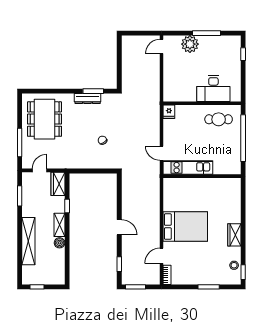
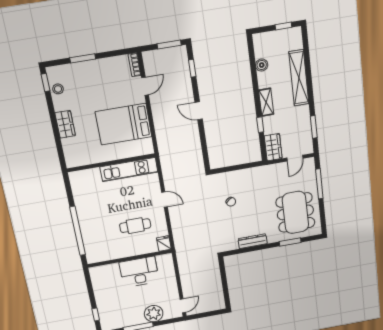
desk: (213, 88) -> (139, 272), moved
window: (93, 91) -> (290, 242), moved
cafe table: (219, 119) -> (135, 226), moved
kitchen unit: (188, 168) -> (129, 169), moved
wall: (202, 176) -> (111, 163), moved
boiler: (60, 243) -> (262, 65), moved

